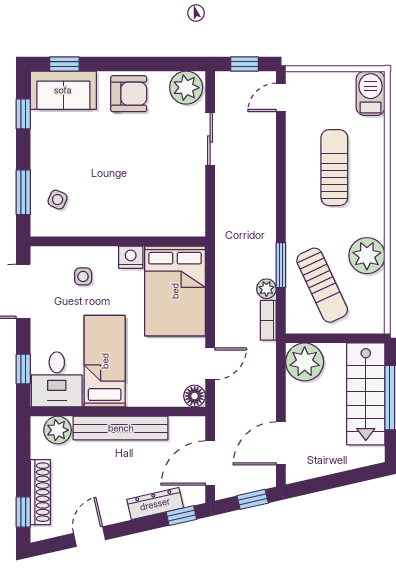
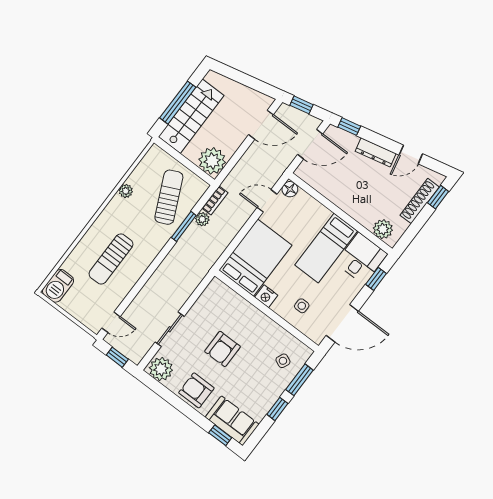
window: (23, 114) -> (277, 409), moved
armchair: (135, 162) -> (222, 349), added
plant: (367, 256) -> (126, 191), width x0.53, depth x0.53
bench: (121, 428) -> (346, 203), removed
dresser: (155, 504) -> (376, 152), moved

